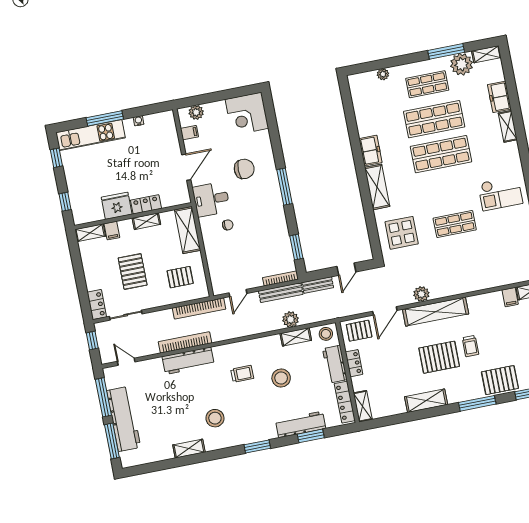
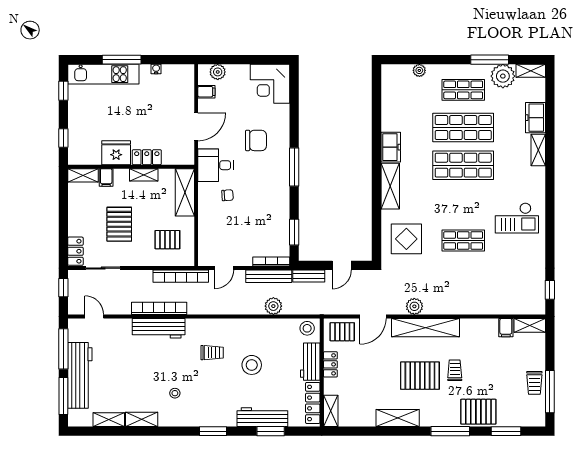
shelving: (296, 337) -> (109, 420), moved
trolley: (470, 346) -> (455, 370), turned 180
stool: (215, 418) -> (175, 393), width x0.53, depth x0.53

